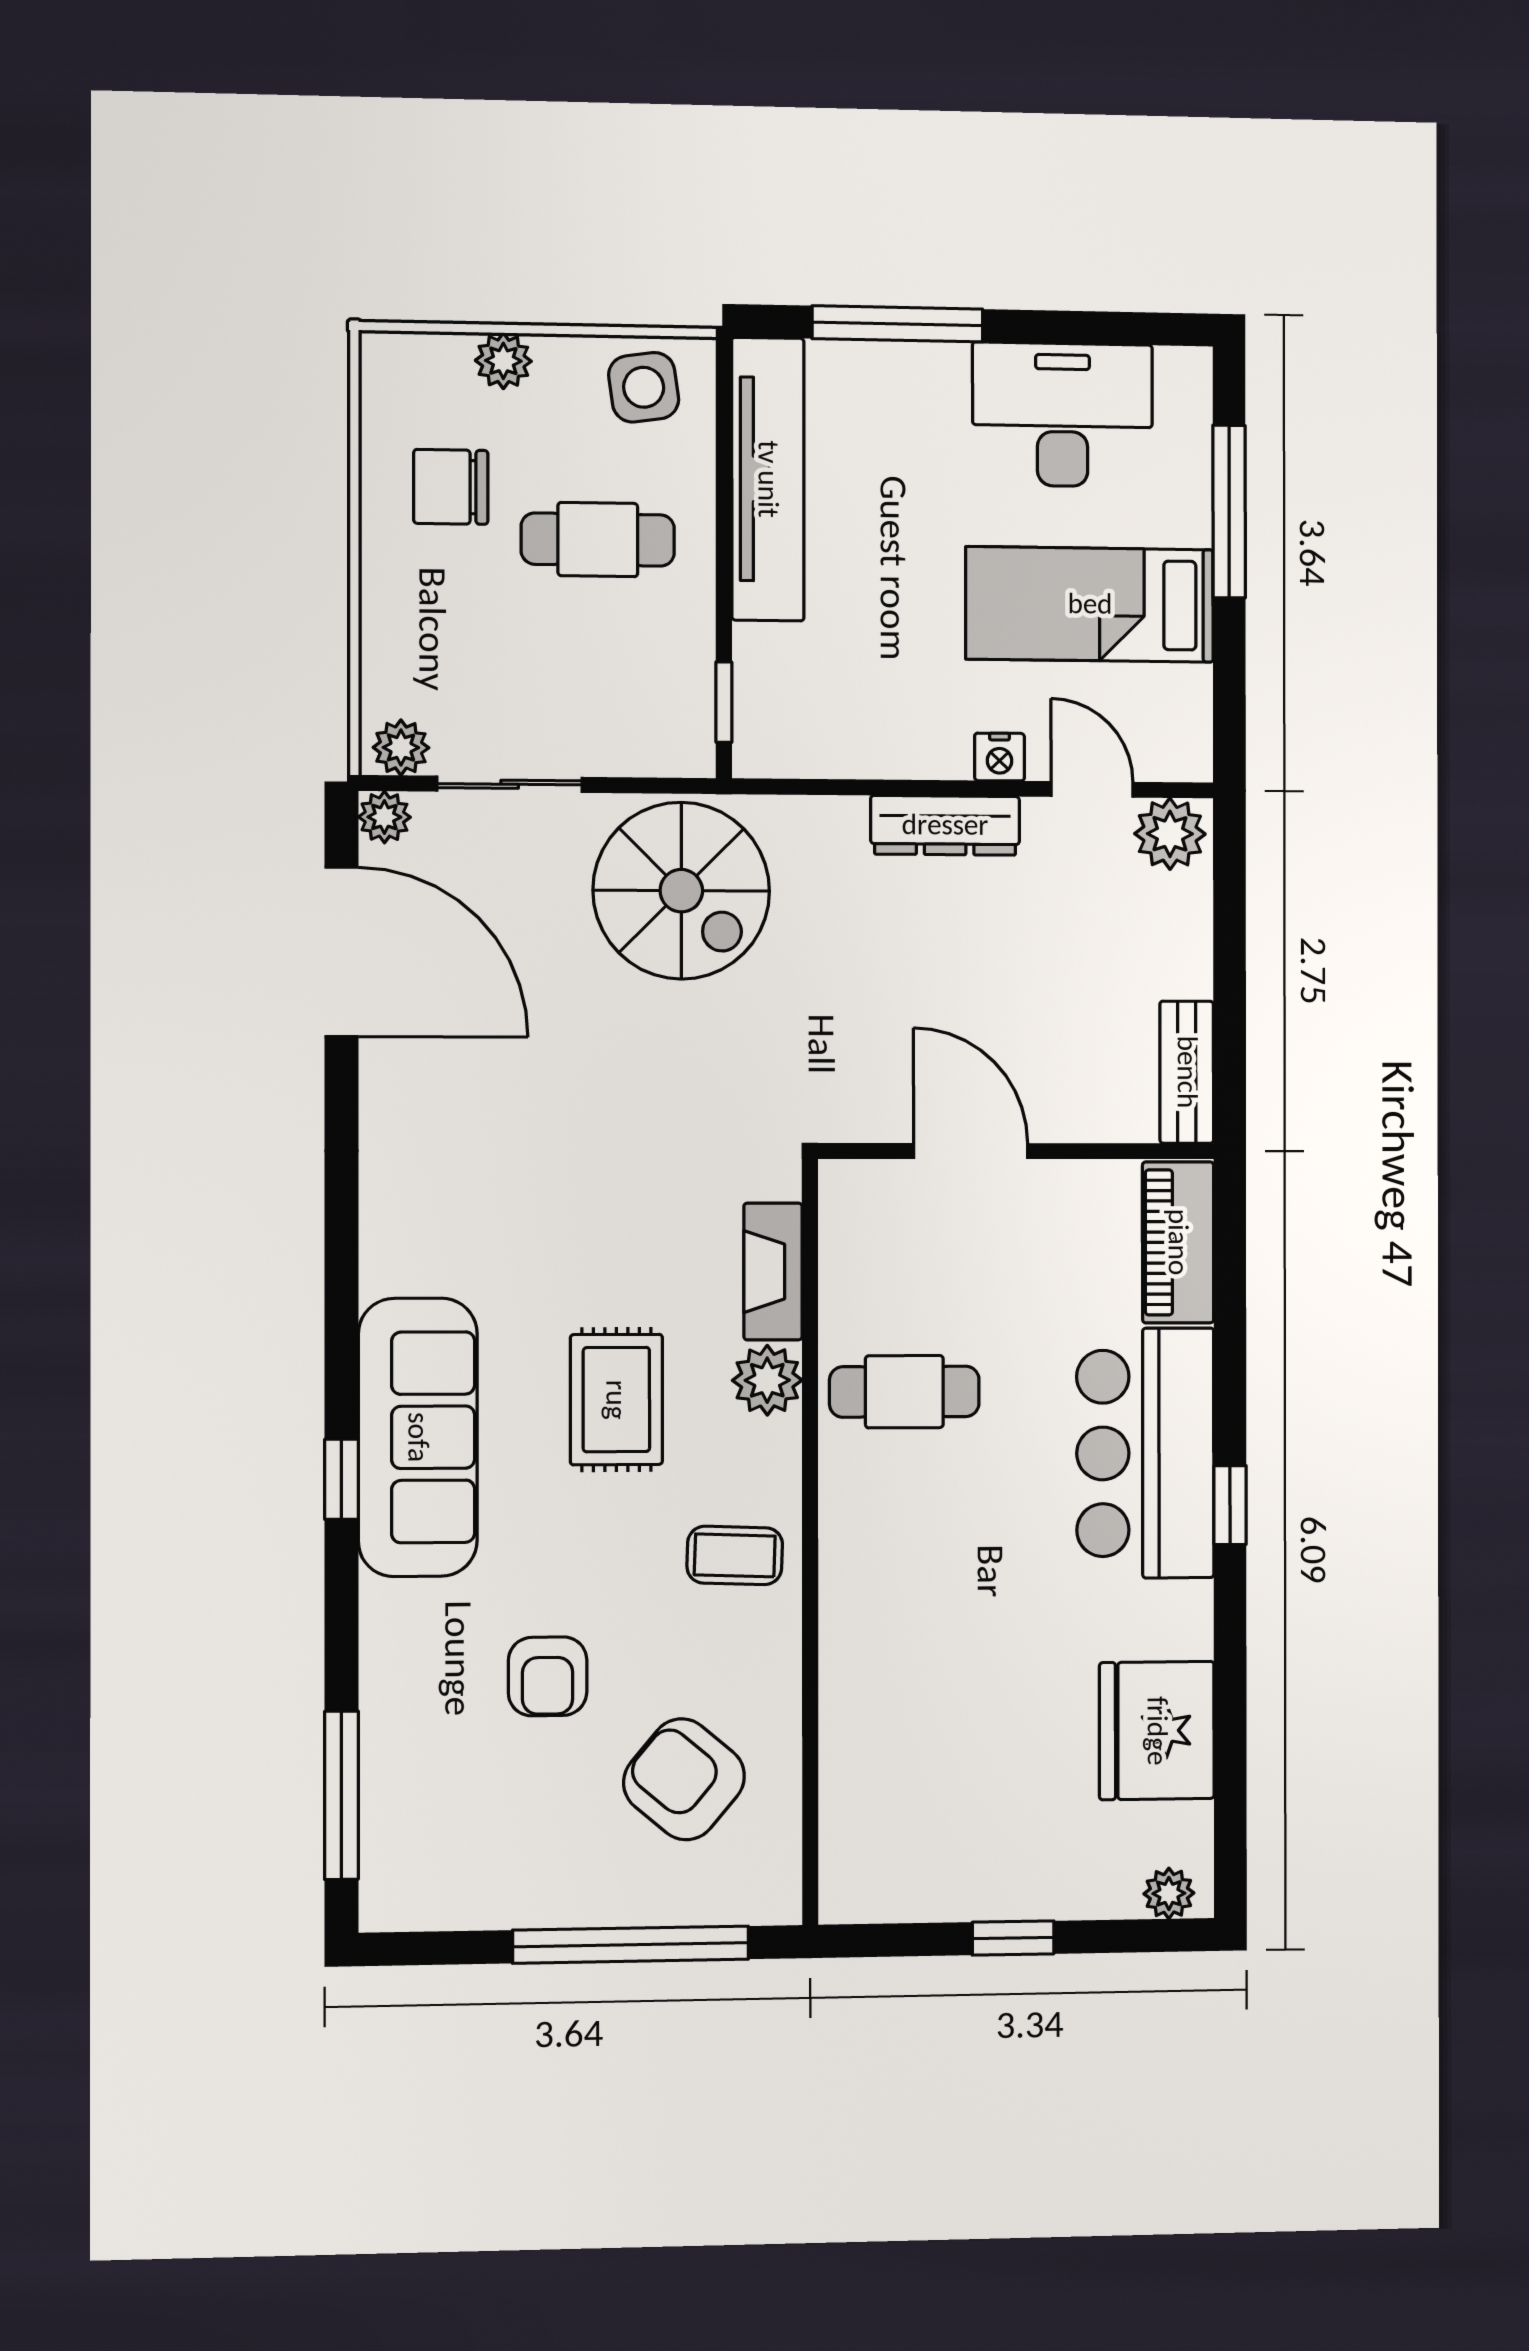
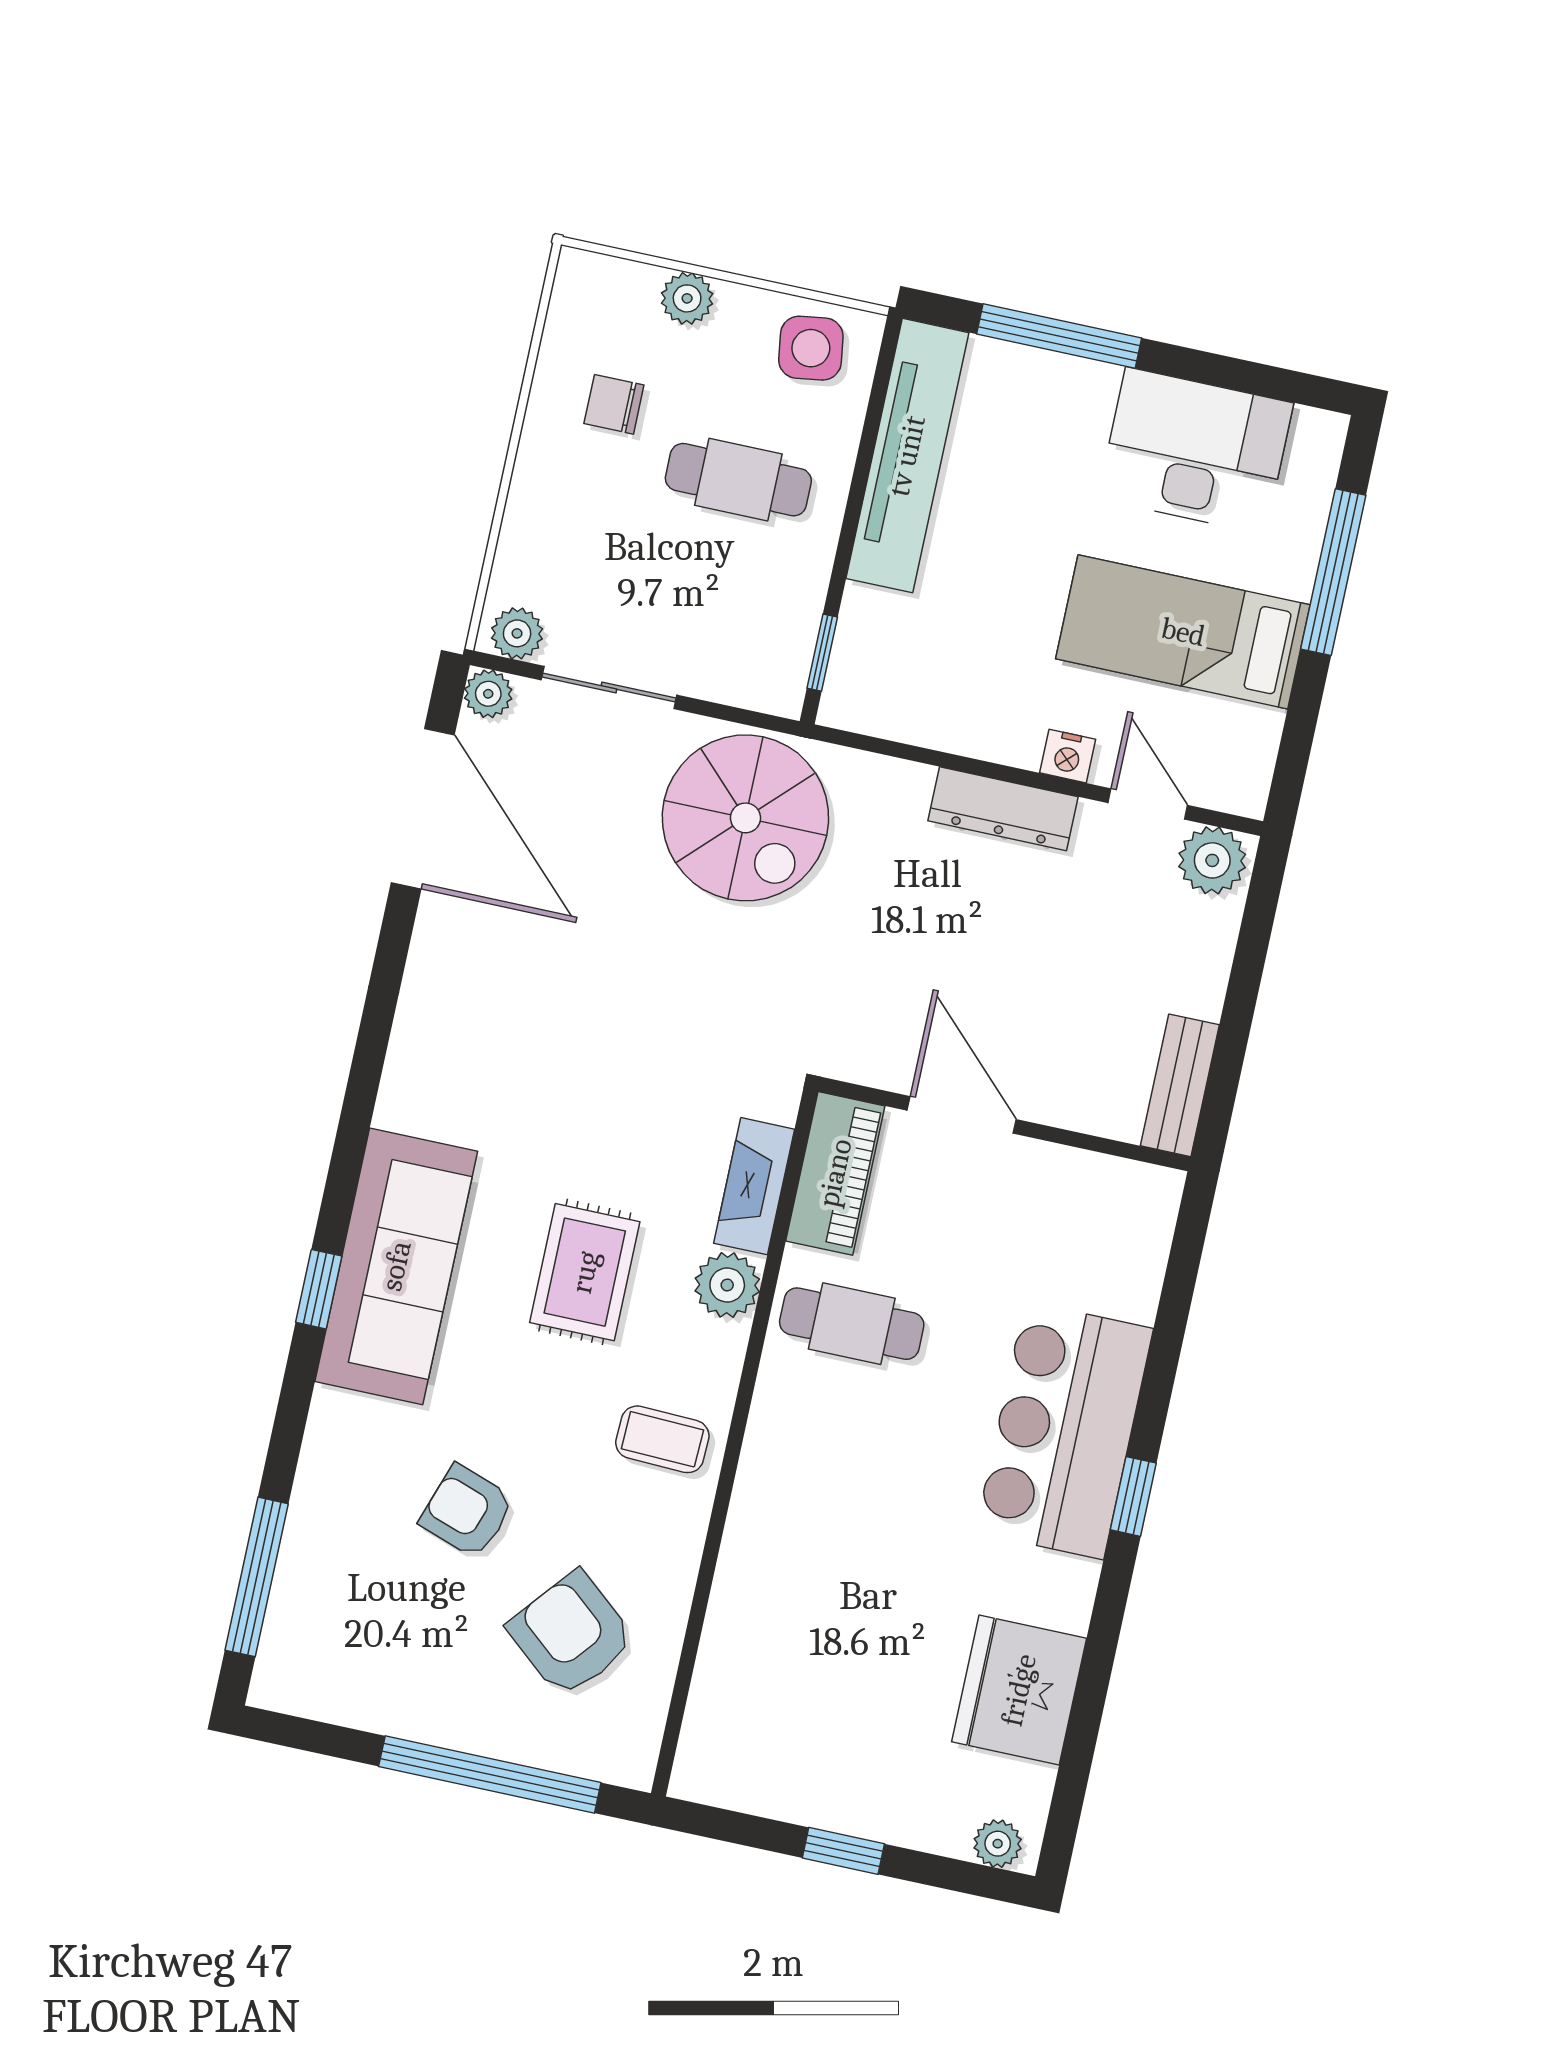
chair: (451, 487) -> (614, 404), width x0.73, depth x0.73
piano: (1178, 1242) -> (835, 1173), moved, turned 180
armchair: (548, 1676) -> (467, 1511), turned 109

